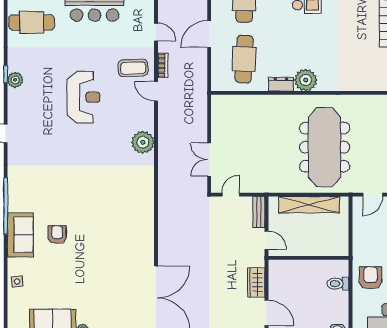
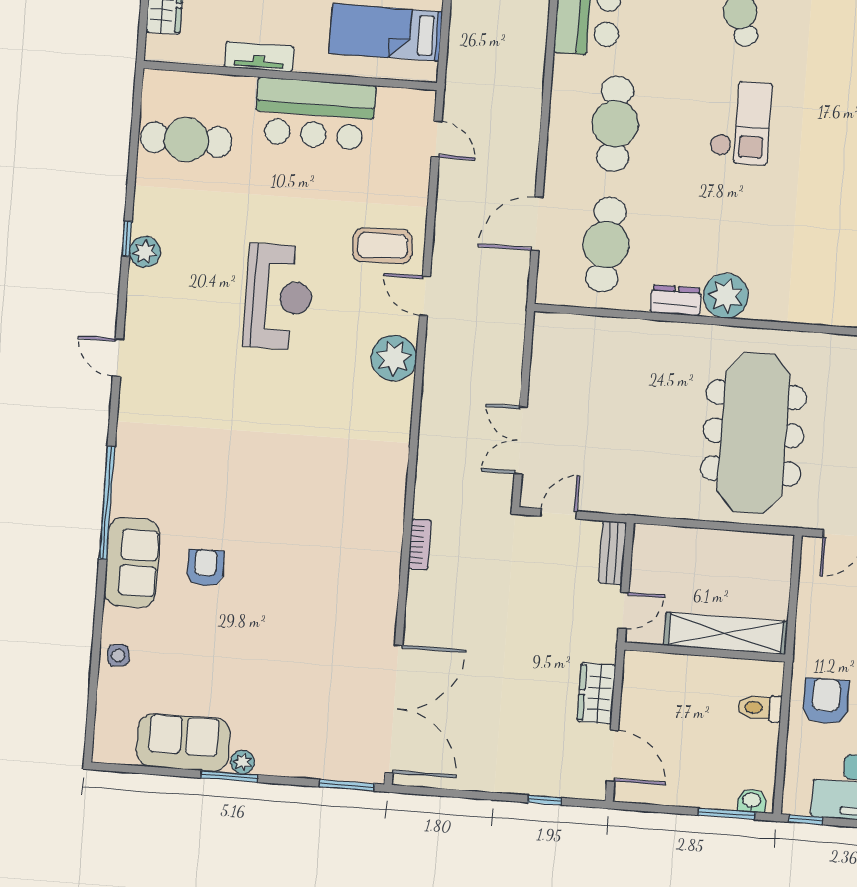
door: (156, 32) -> (437, 139), moved
door: (209, 34) -> (537, 224), moved
bookcase: (163, 65) -> (420, 544), moved
plant: (143, 142) -> (394, 358), moved
shelving: (309, 205) -> (726, 633), moved
door: (267, 240) -> (623, 610), hinge flipped

